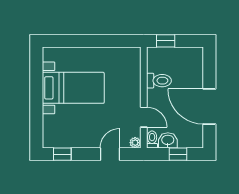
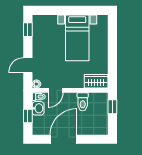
wardrobe: (132, 63) -> (96, 81), added
door: (110, 154) -> (28, 65), swing flipped

